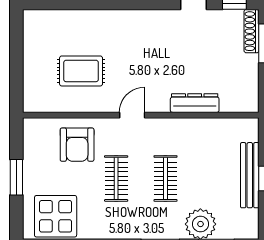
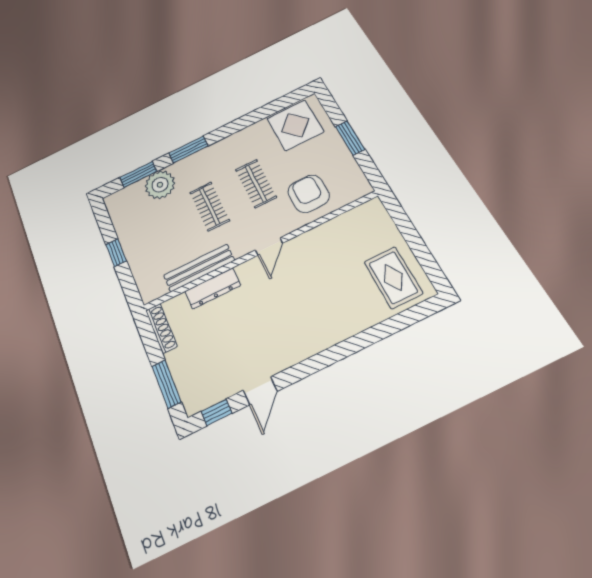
shoe rack: (252, 31) -> (161, 328), moved
rug: (81, 71) -> (393, 278), moved, turned 90
bench: (250, 175) -> (199, 268), moved, turned 90

